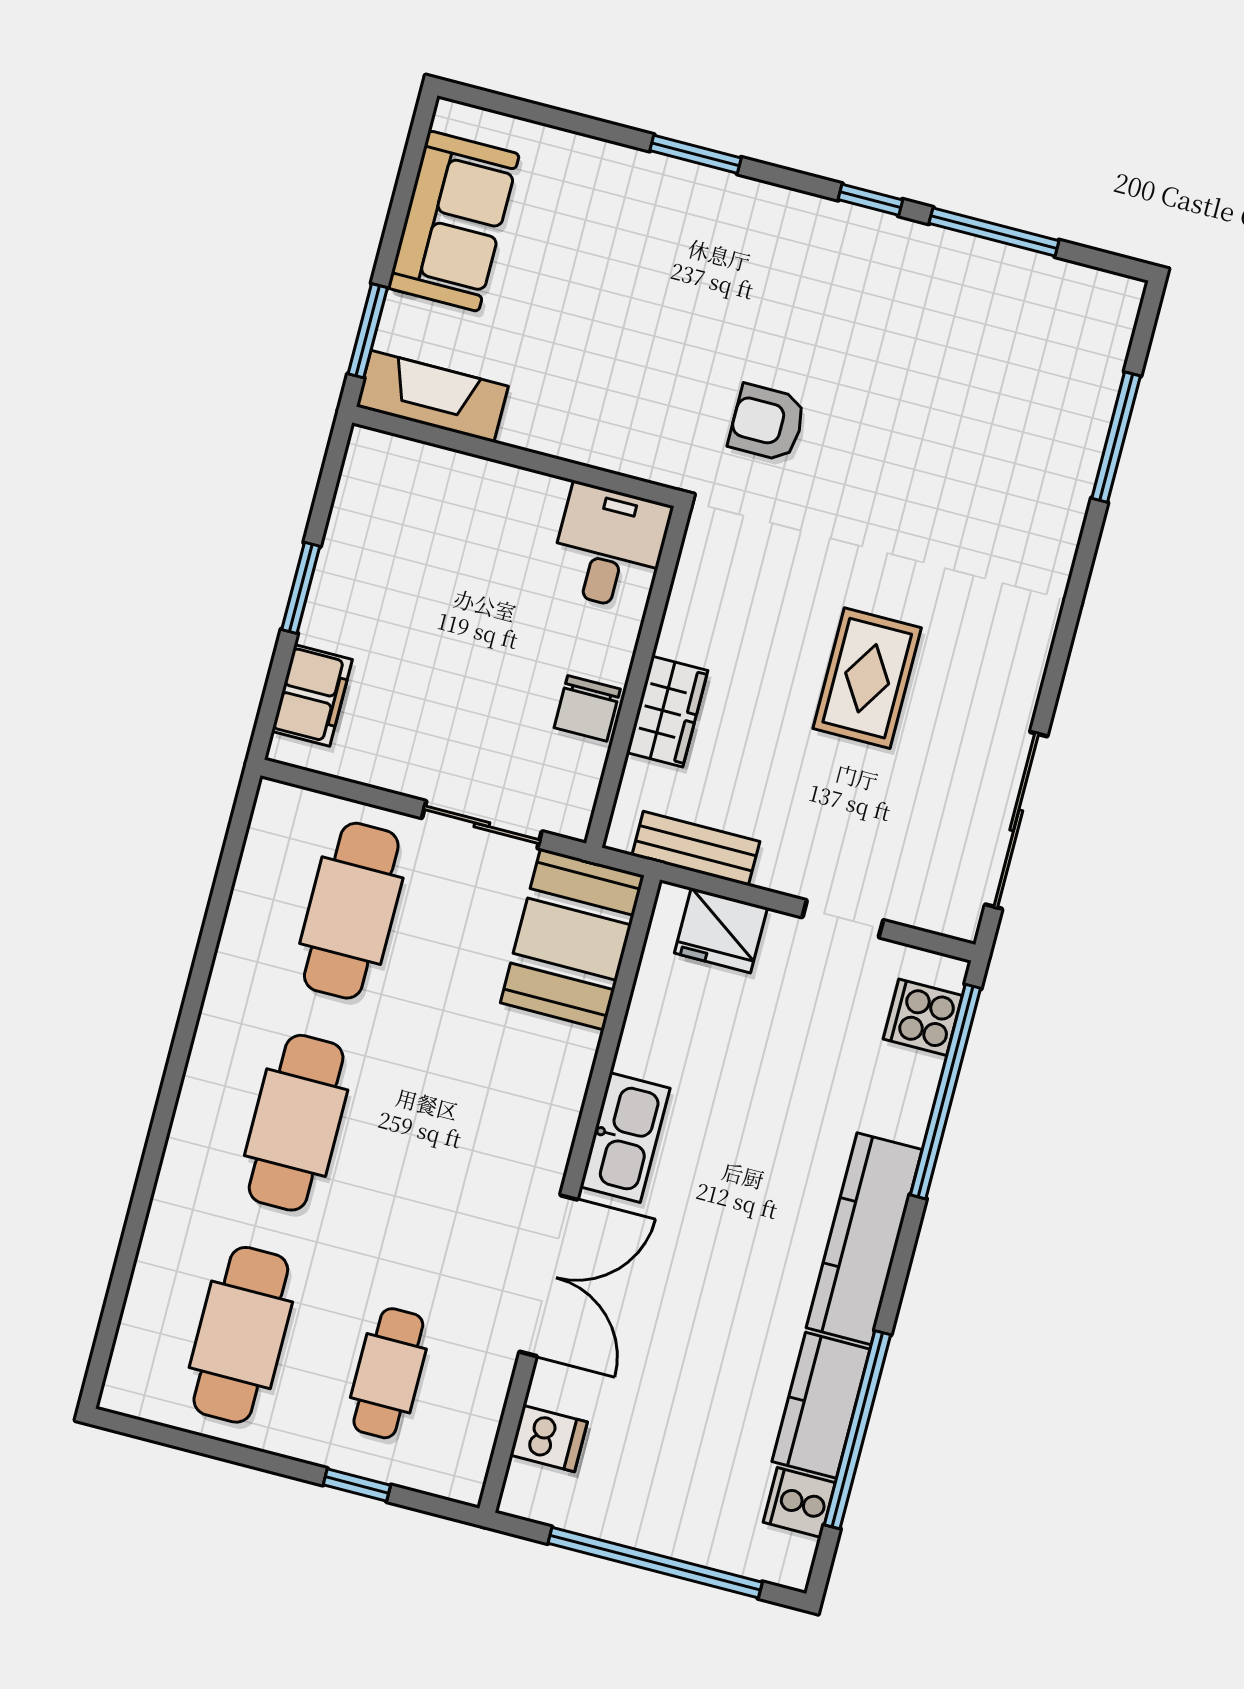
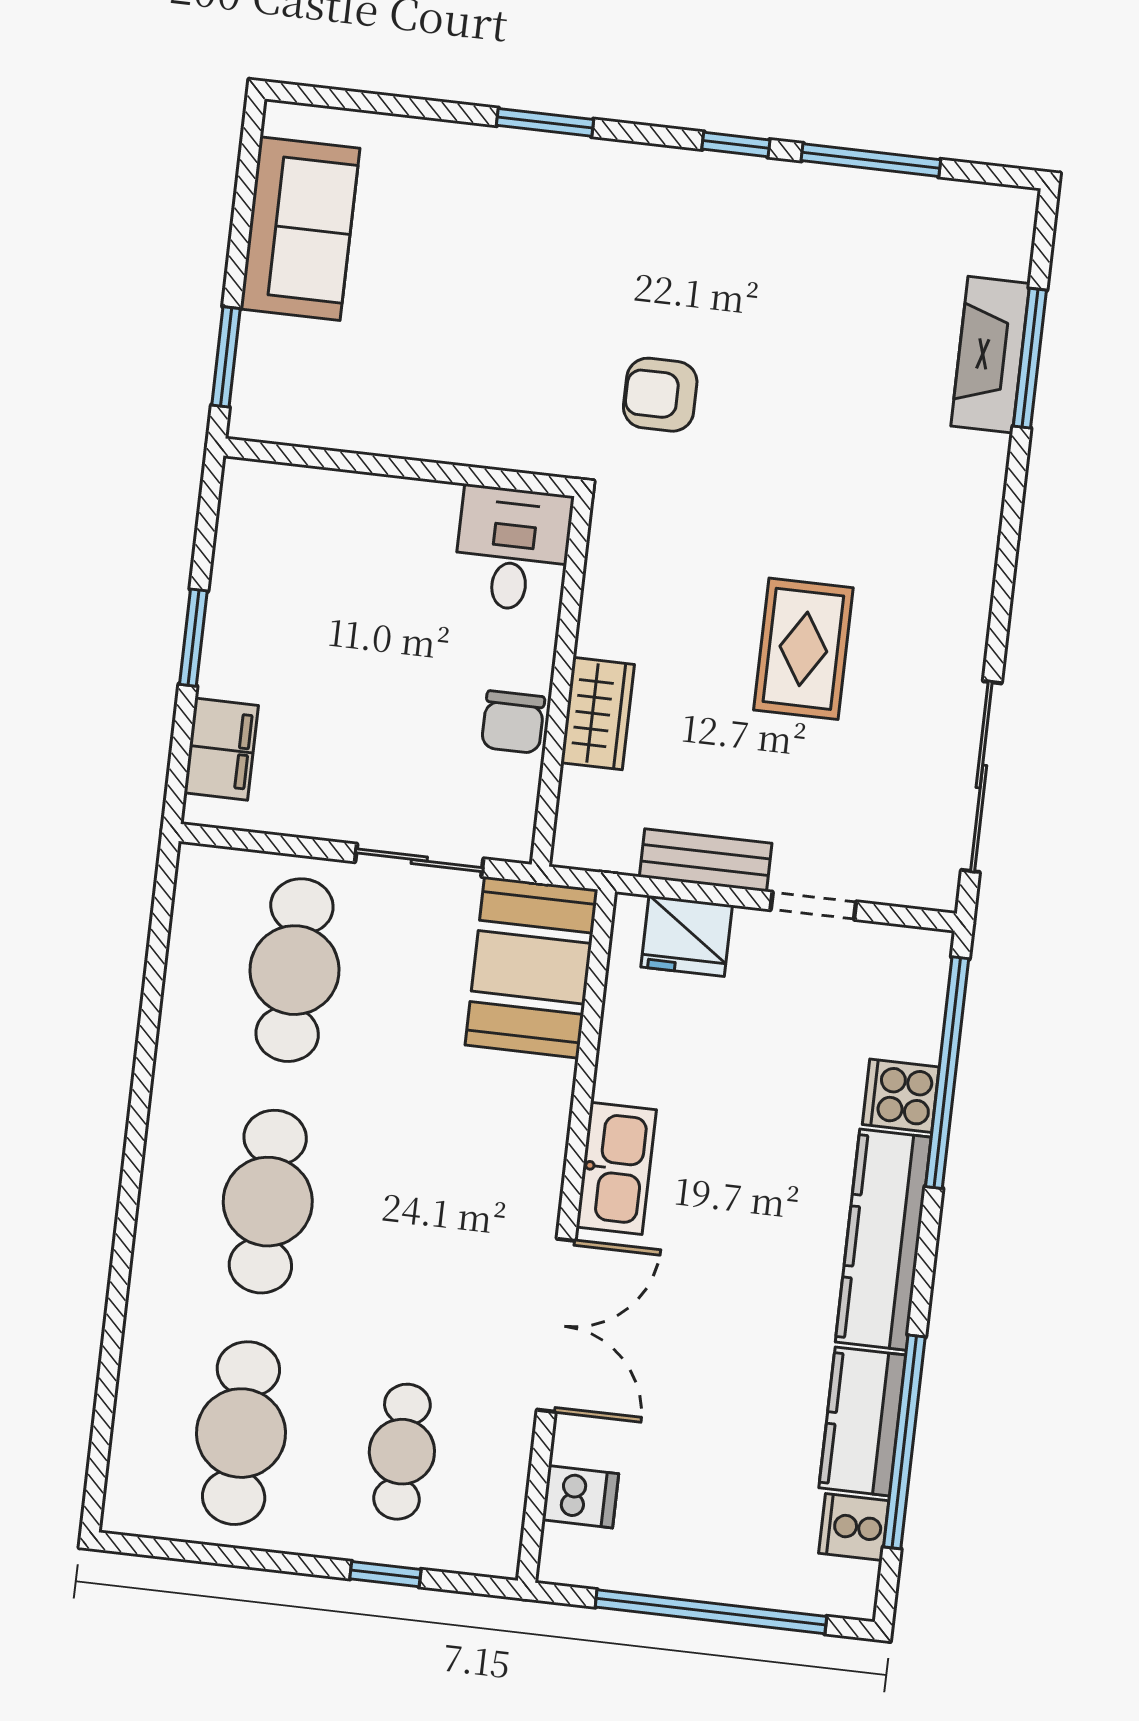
fireplace: (432, 396) -> (990, 355), moved, turned -90
bench: (696, 848) -> (706, 860), moved
cooker: (923, 1017) -> (901, 1096), moved

